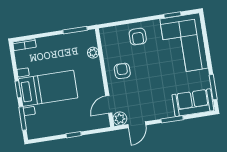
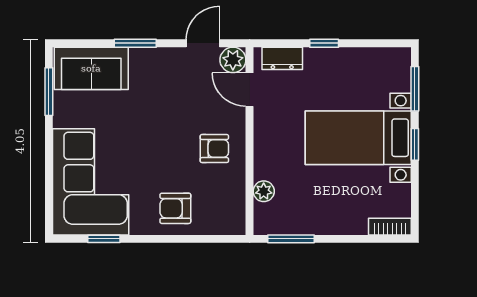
armchair: (138, 37) -> (175, 208), turned -90
armchair: (122, 71) -> (214, 149), turned -90
door: (109, 104) -> (250, 90), swing flipped
dresser: (94, 123) -> (282, 58), added

